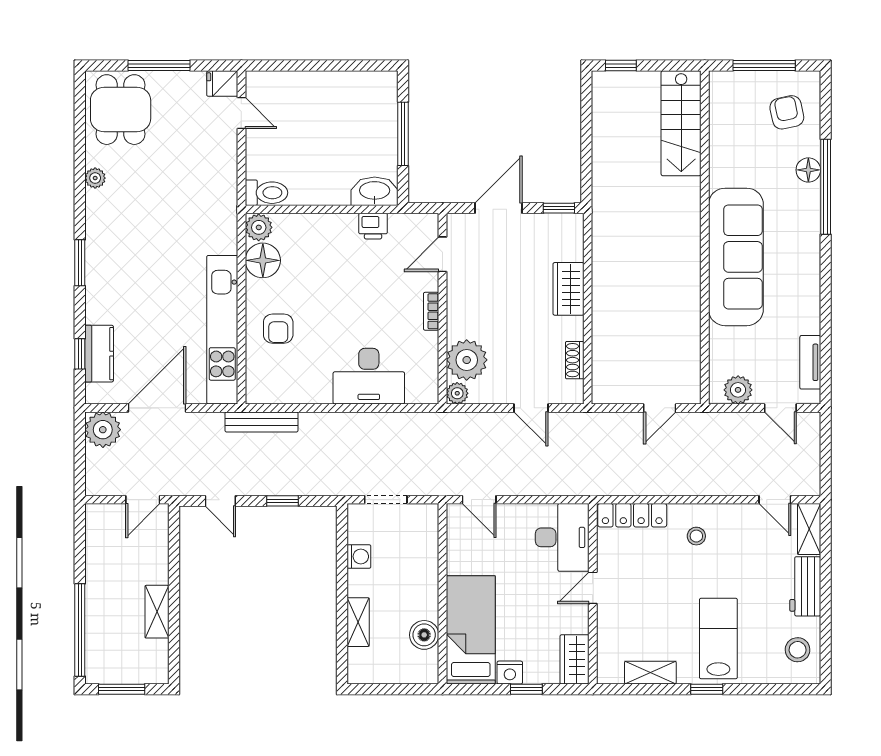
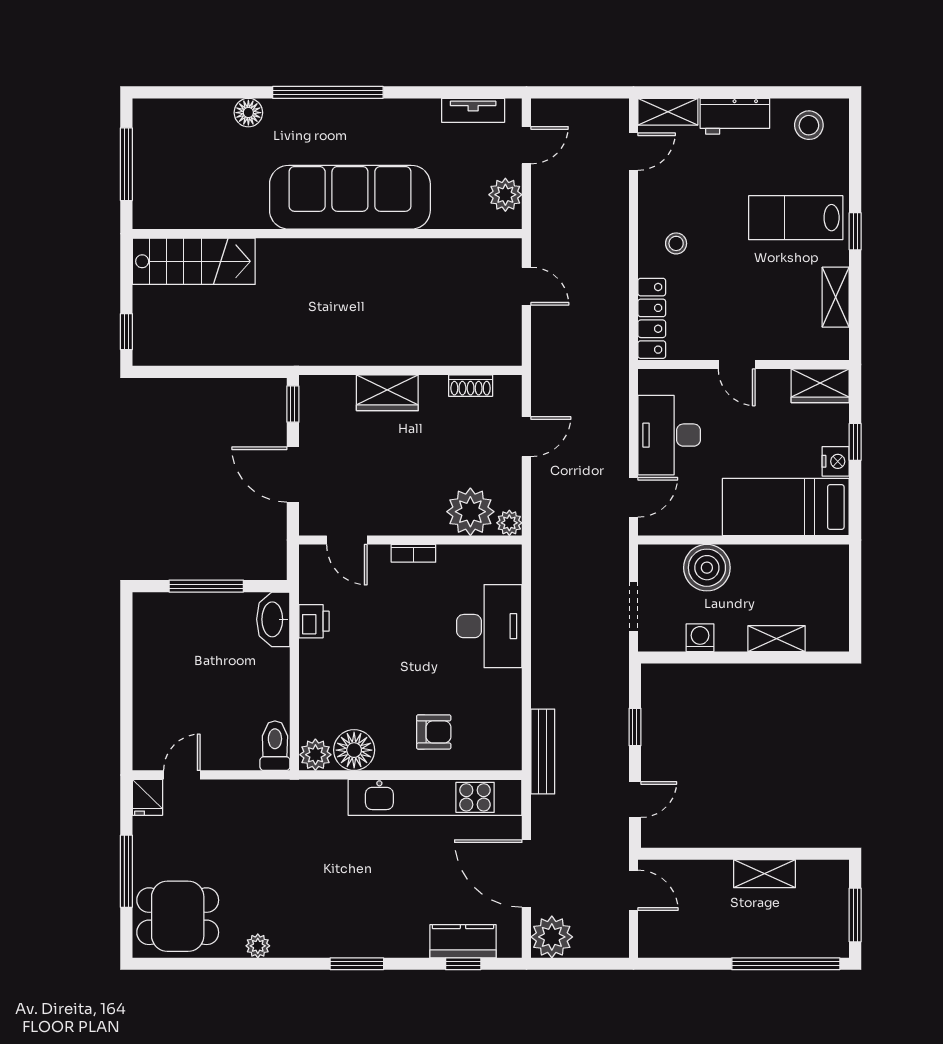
armchair: (787, 112) -> (181, 138), removed
window: (826, 187) -> (328, 92), moved
desk: (562, 537) -> (669, 435), moved, turned -90
boiler: (424, 635) -> (707, 568), moved, width x1.37, depth x1.37

